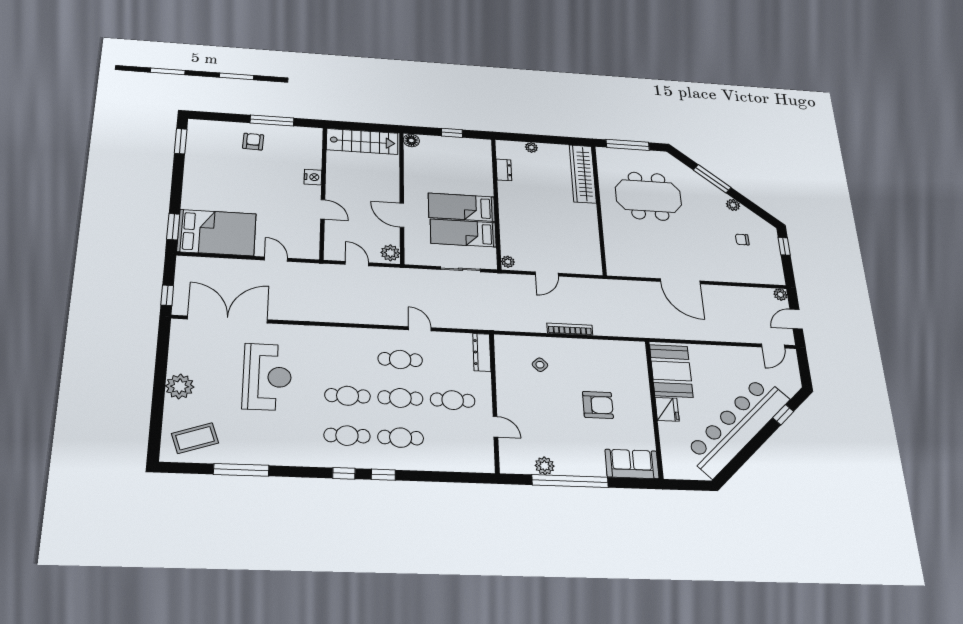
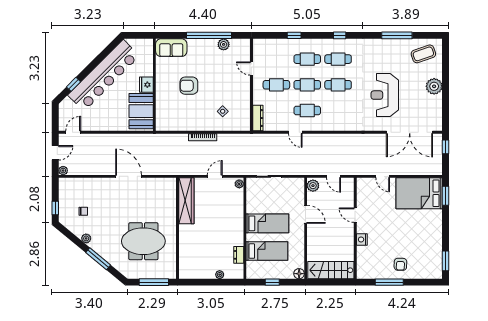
wardrobe: (583, 174) -> (186, 201), moved
bed: (463, 233) -> (267, 251), moved
window: (383, 475) -> (294, 35), moved

